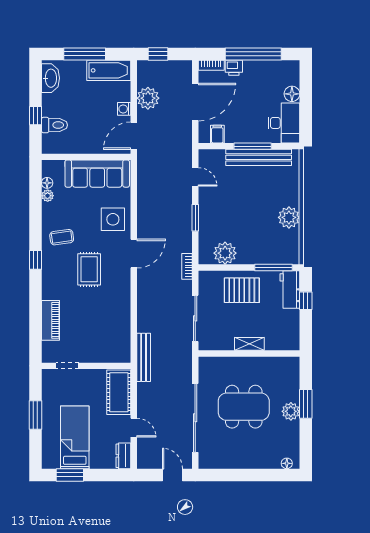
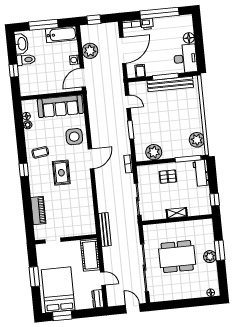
toilet: (55, 125) -> (26, 60), moved
plant: (289, 217) -> (197, 140), moved
pallet: (242, 290) -> (168, 177), width x0.67, depth x0.71
window: (306, 301) -> (215, 200), moved
bed: (75, 437) -> (58, 290), width x1.50

